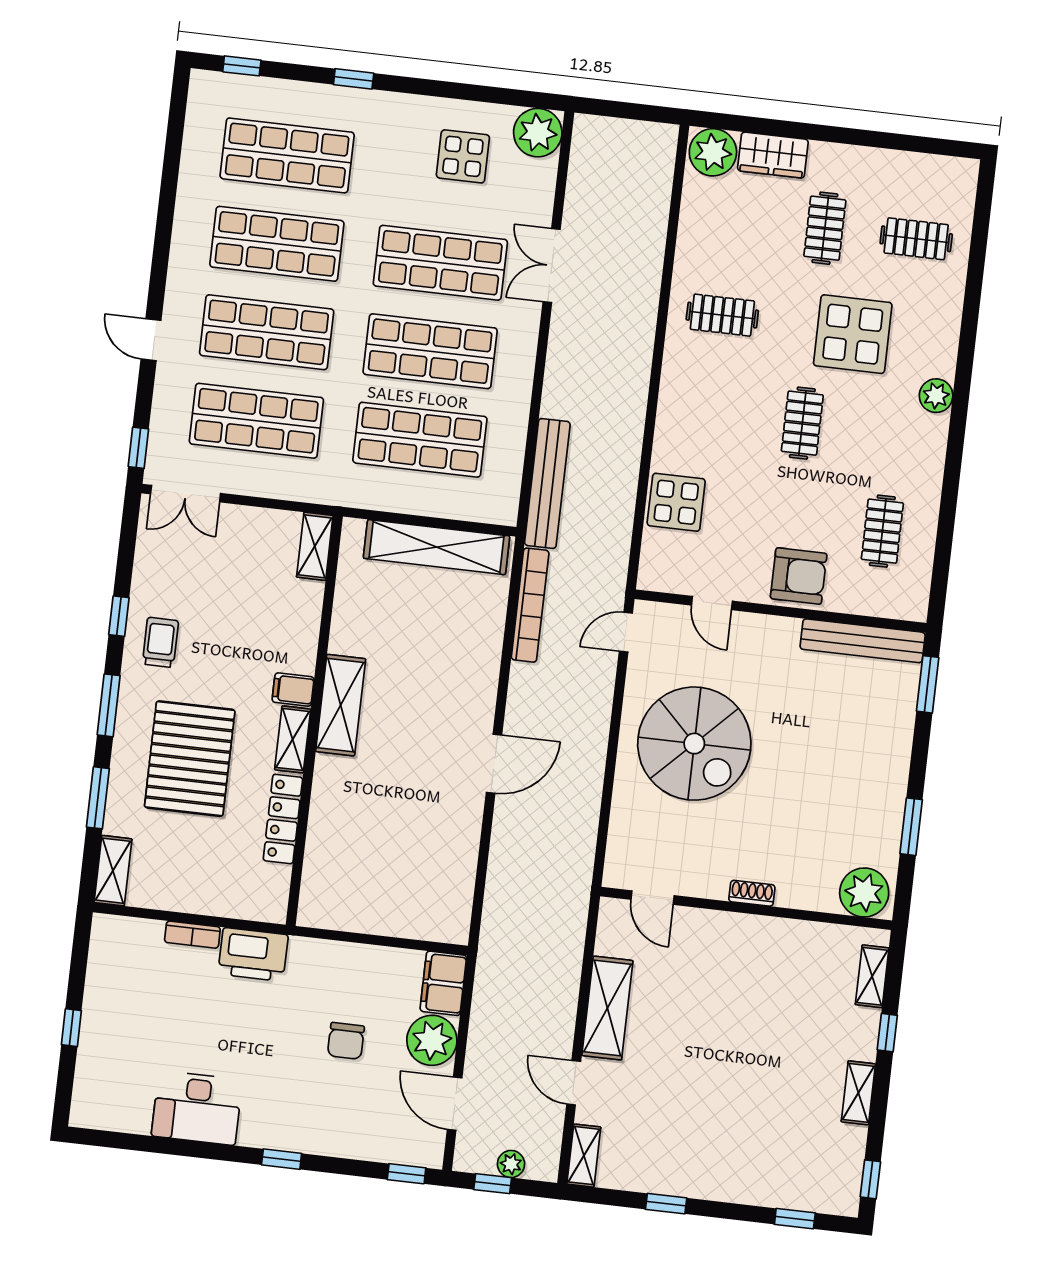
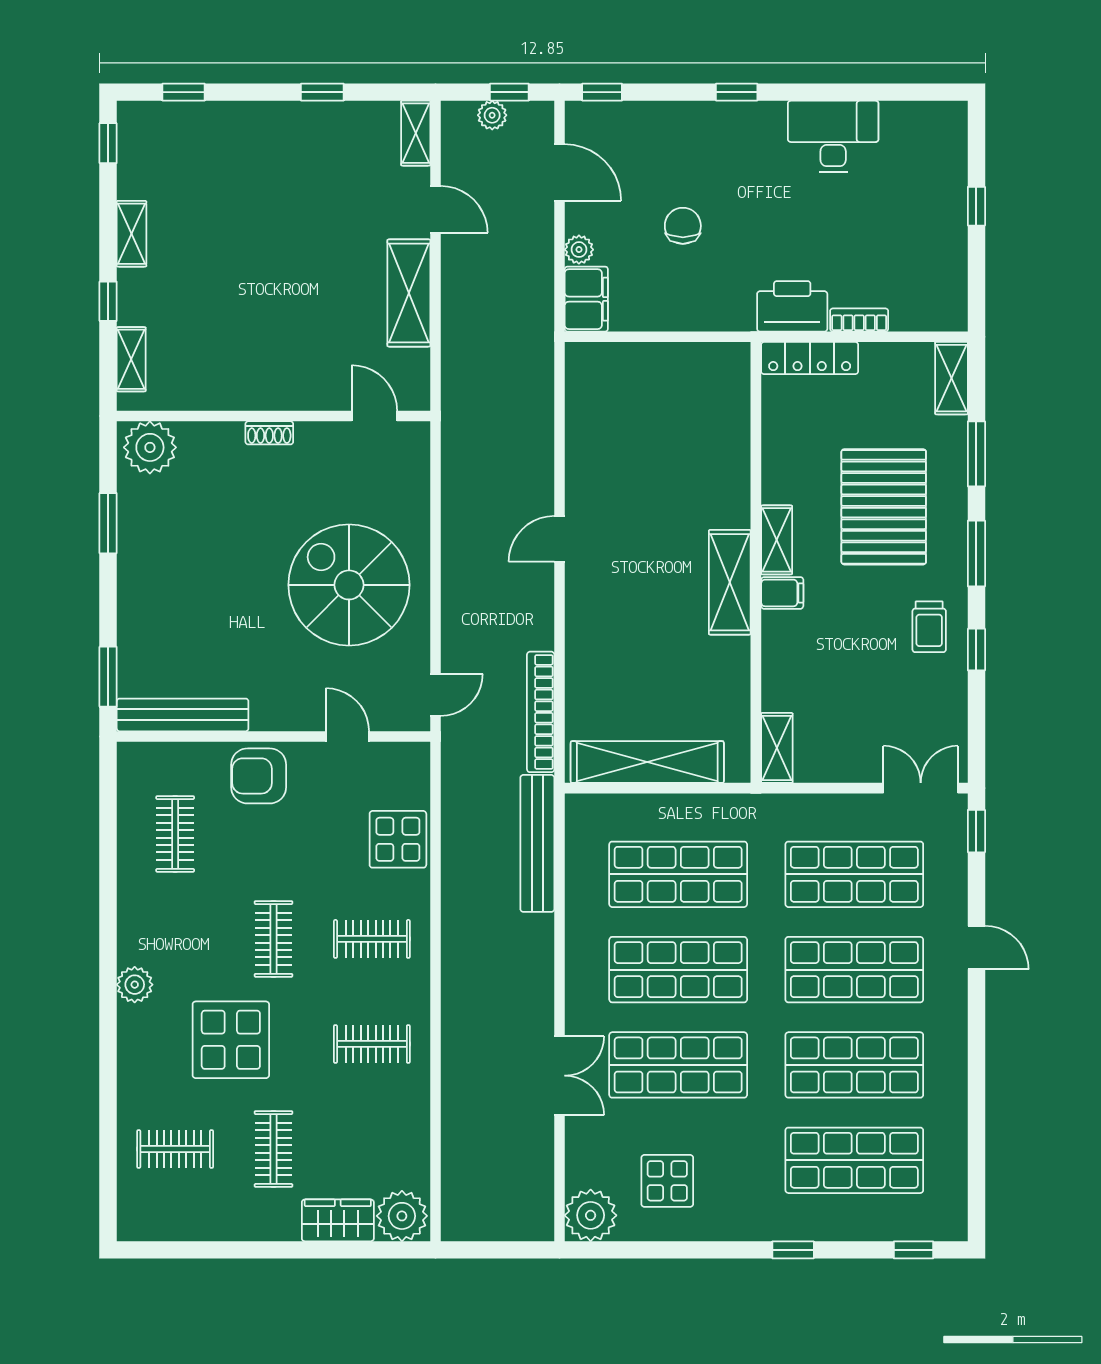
clothes rail: (711, 413) -> (372, 939), added
door: (494, 764) -> (559, 539), width x0.73
locker: (283, 819) -> (810, 358), moved, turned 90
plant: (432, 1040) -> (579, 250), width x0.53, depth x0.53

